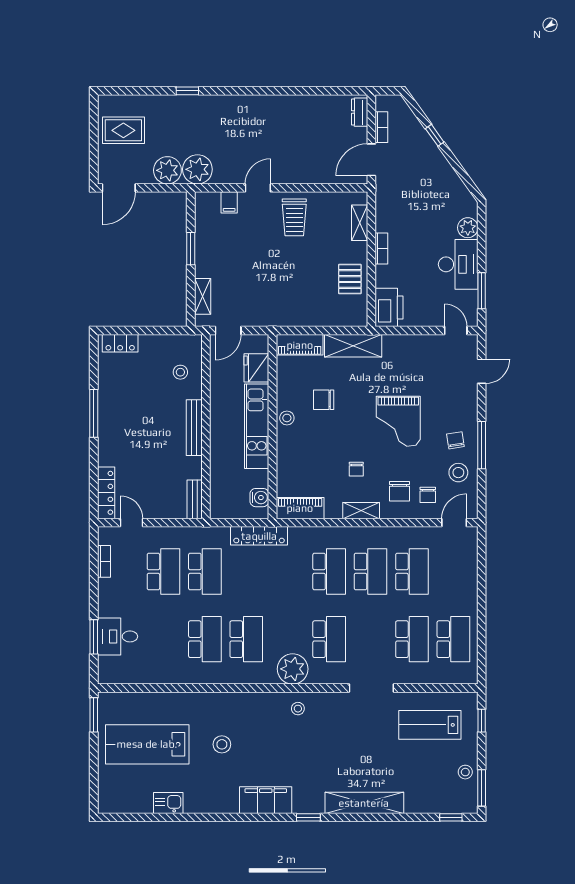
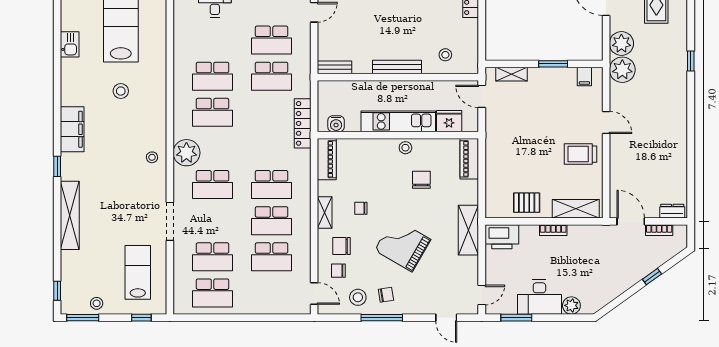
filing cabinet: (229, 202) -> (584, 76), moved, turned -90
shelving: (360, 223) -> (576, 209), width x1.50, depth x1.33
shelving: (353, 346) -> (468, 230), moved
grand piano: (398, 421) -> (403, 245), turned 30

